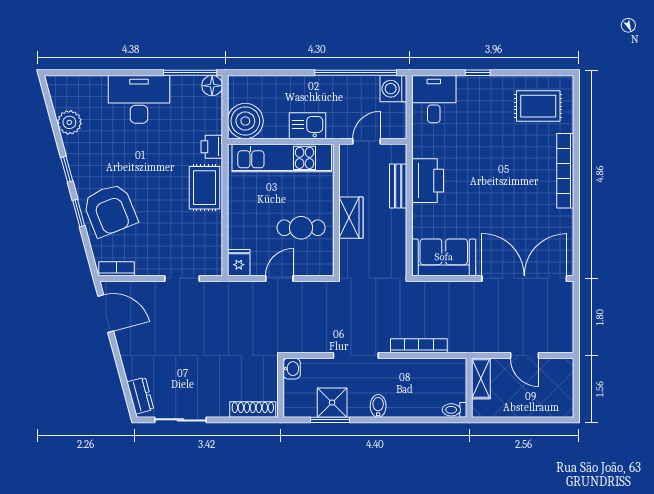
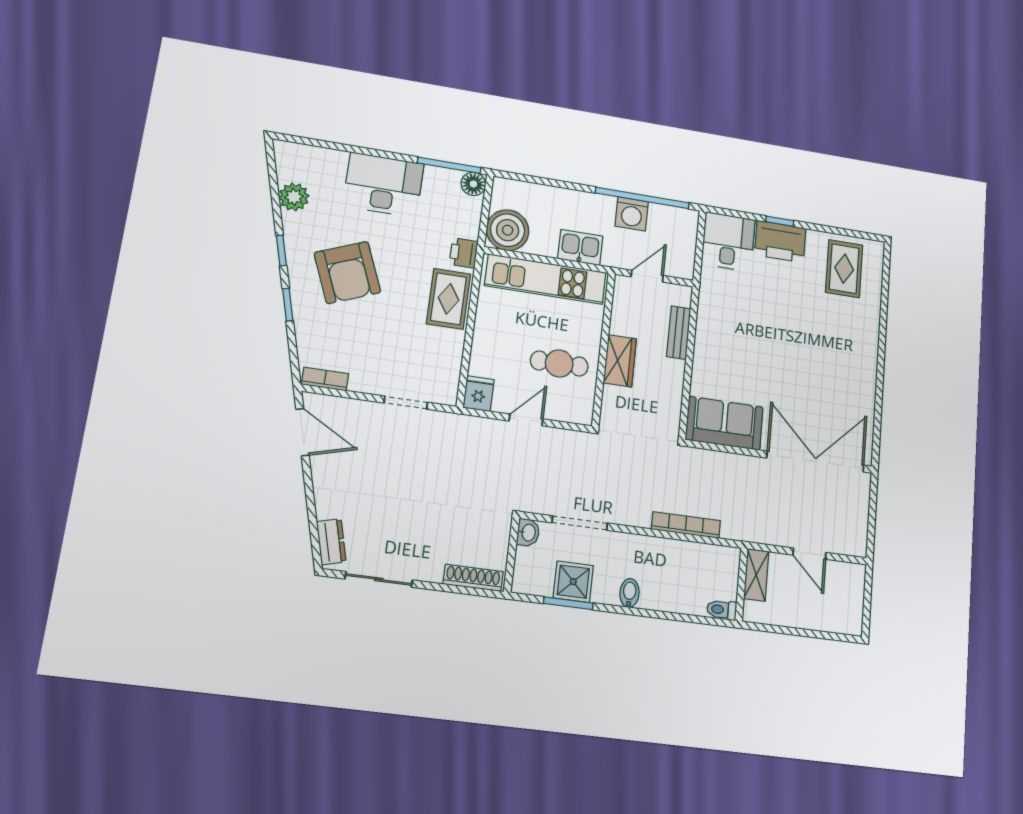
washing machine: (393, 89) -> (632, 214), moved, turned -90
rug: (538, 106) -> (844, 269), turned 90
bookcase: (565, 171) -> (869, 345), removed
printer: (428, 181) -> (780, 242), moved, turned 90
armchair: (110, 210) -> (347, 273), moved
doorway: (356, 356) -> (580, 523), moved

